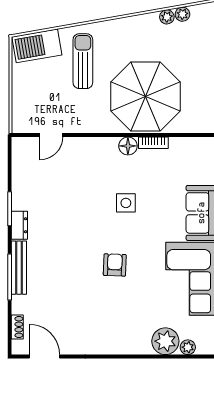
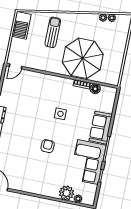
barbecue: (37, 46) -> (21, 25), moved, turned -80
door: (51, 135) -> (16, 66), moved
floor lamp: (128, 146) -> (95, 89), moved

